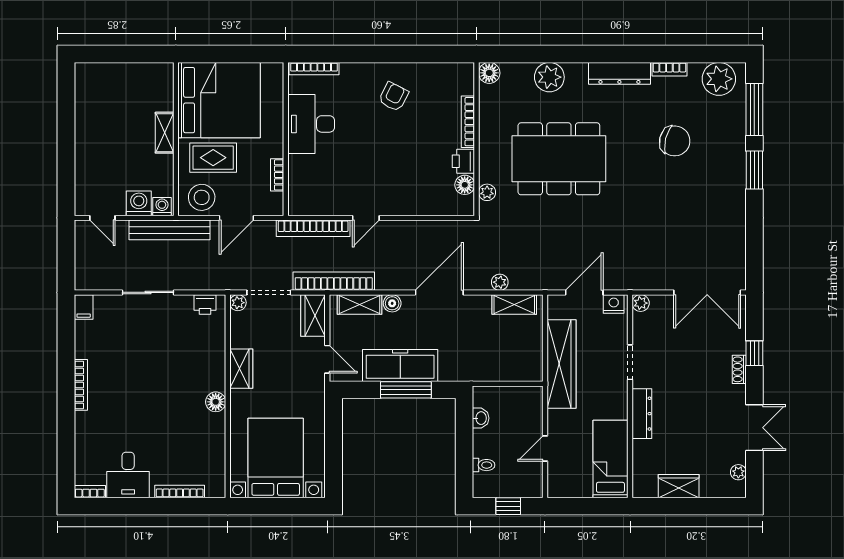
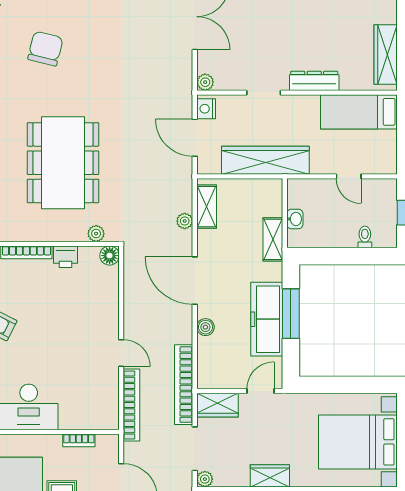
floor lamp: (465, 185) -> (110, 256), moved
shelving: (360, 305) -> (273, 239), moved
washbasin: (481, 418) -> (295, 219), moved, turned 90
wardrobe: (679, 486) -> (386, 55), width x1.50

